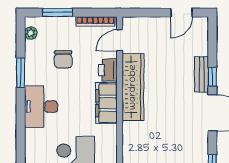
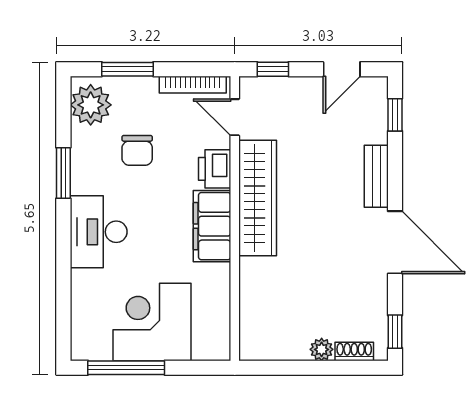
window: (142, 13) -> (273, 69), added
plant: (31, 33) -> (91, 105), width x1.88, depth x1.88
door: (120, 40) -> (235, 117), hinge flipped
window: (212, 77) -> (395, 115), moved

